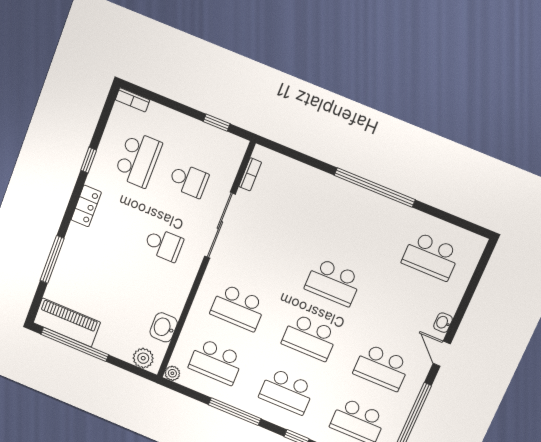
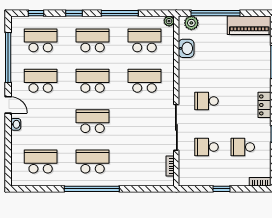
window: (217, 123) -> (222, 189), moved
school desk: (138, 159) -> (243, 147), width x0.54
school desk: (357, 226) -> (93, 162), added
window: (75, 344) -> (216, 13), moved

